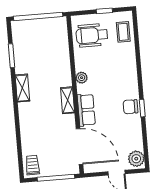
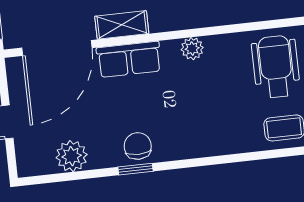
shelving: (68, 100) -> (122, 25), moved
plant: (136, 159) -> (72, 156), moved

